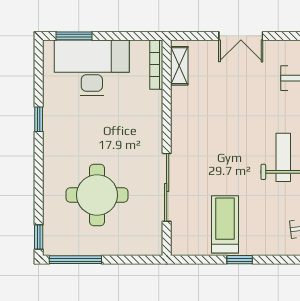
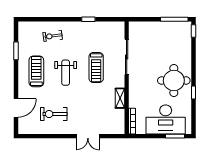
double door: (241, 36) -> (88, 136), swing flipped
shelving: (179, 66) -> (120, 98), moved
round table: (97, 195) -> (174, 81), moved
treadmill: (225, 224) -> (96, 67), moved

